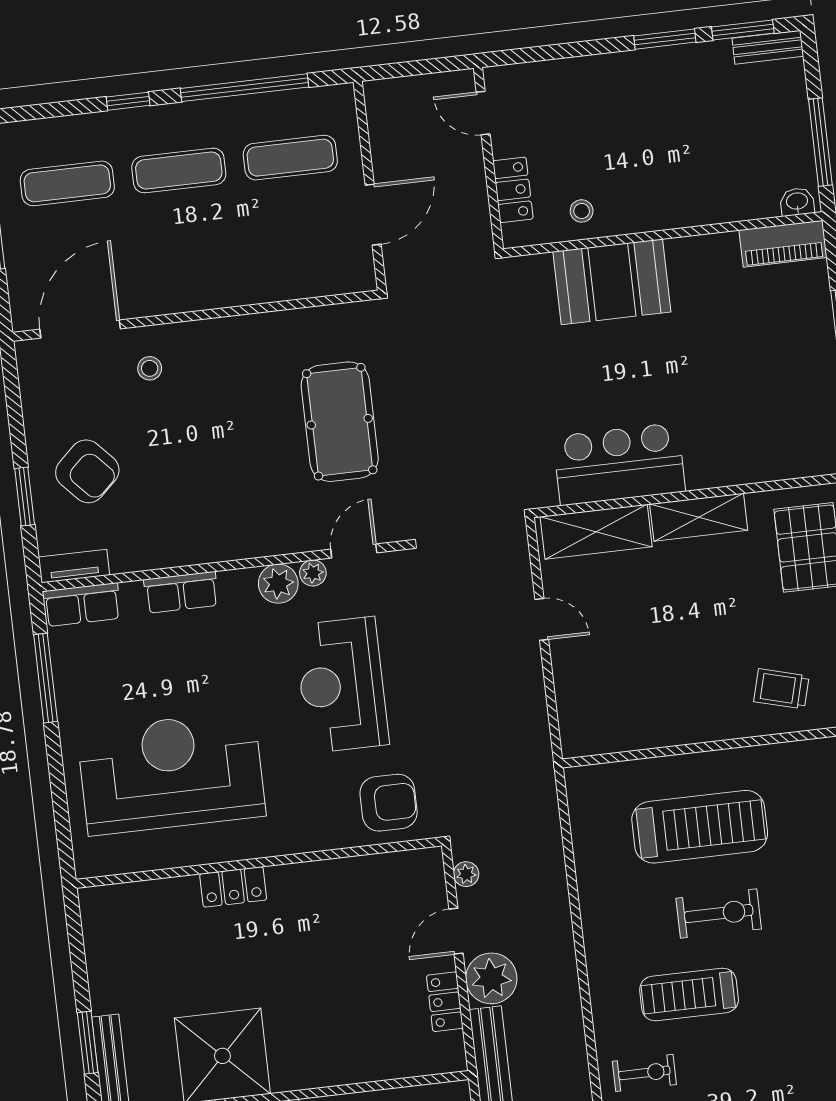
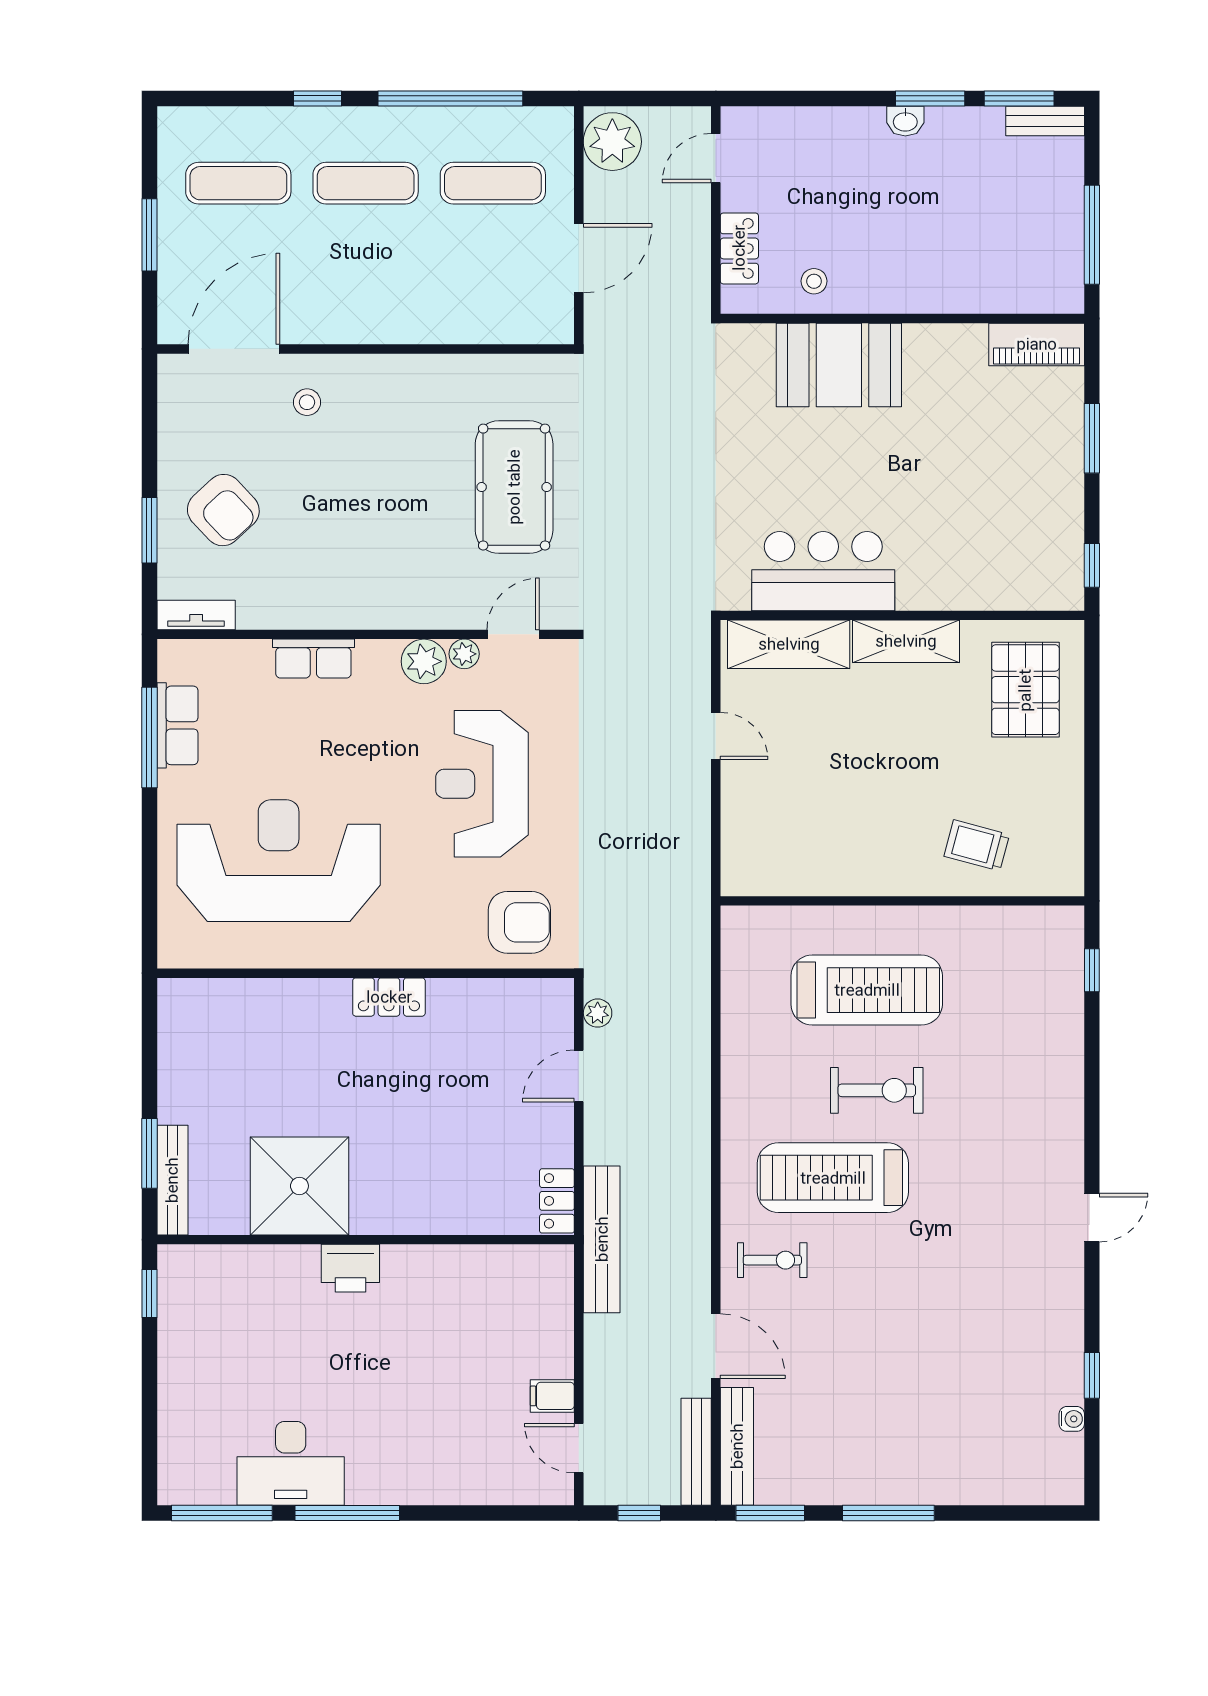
door: (483, 113) -> (716, 158), hinge flipped
washbasin: (797, 202) -> (905, 121), moved, turned 180
row of seats: (82, 605) -> (178, 725), moved, turned -90
locker: (233, 887) -> (389, 997), moved
plant: (491, 978) -> (612, 142), moved
treadmill: (689, 994) -> (833, 1178), width x1.37, depth x1.38
locker: (445, 1002) -> (557, 1201), moved

